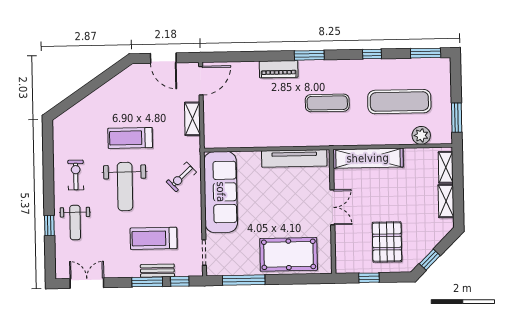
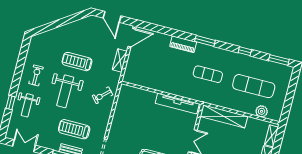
window: (457, 118) -> (287, 106), removed
sofa: (221, 192) -> (125, 112), removed

